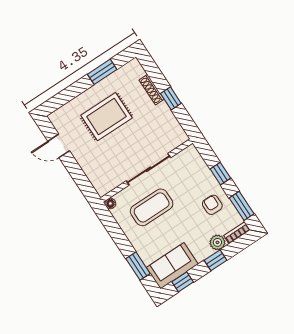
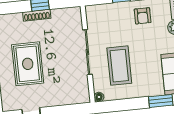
shoe rack: (152, 90) -> (37, 15), moved
armchair: (212, 205) -> (143, 16), turned -90

